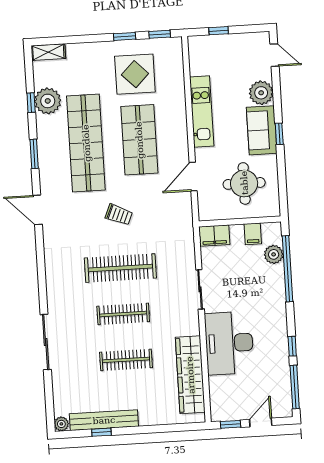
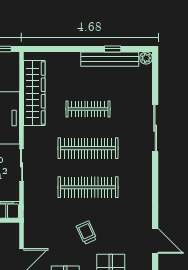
trolley: (119, 215) -> (87, 233), turned 43
clothes rail: (123, 314) -> (88, 148), width x1.37, depth x1.31

